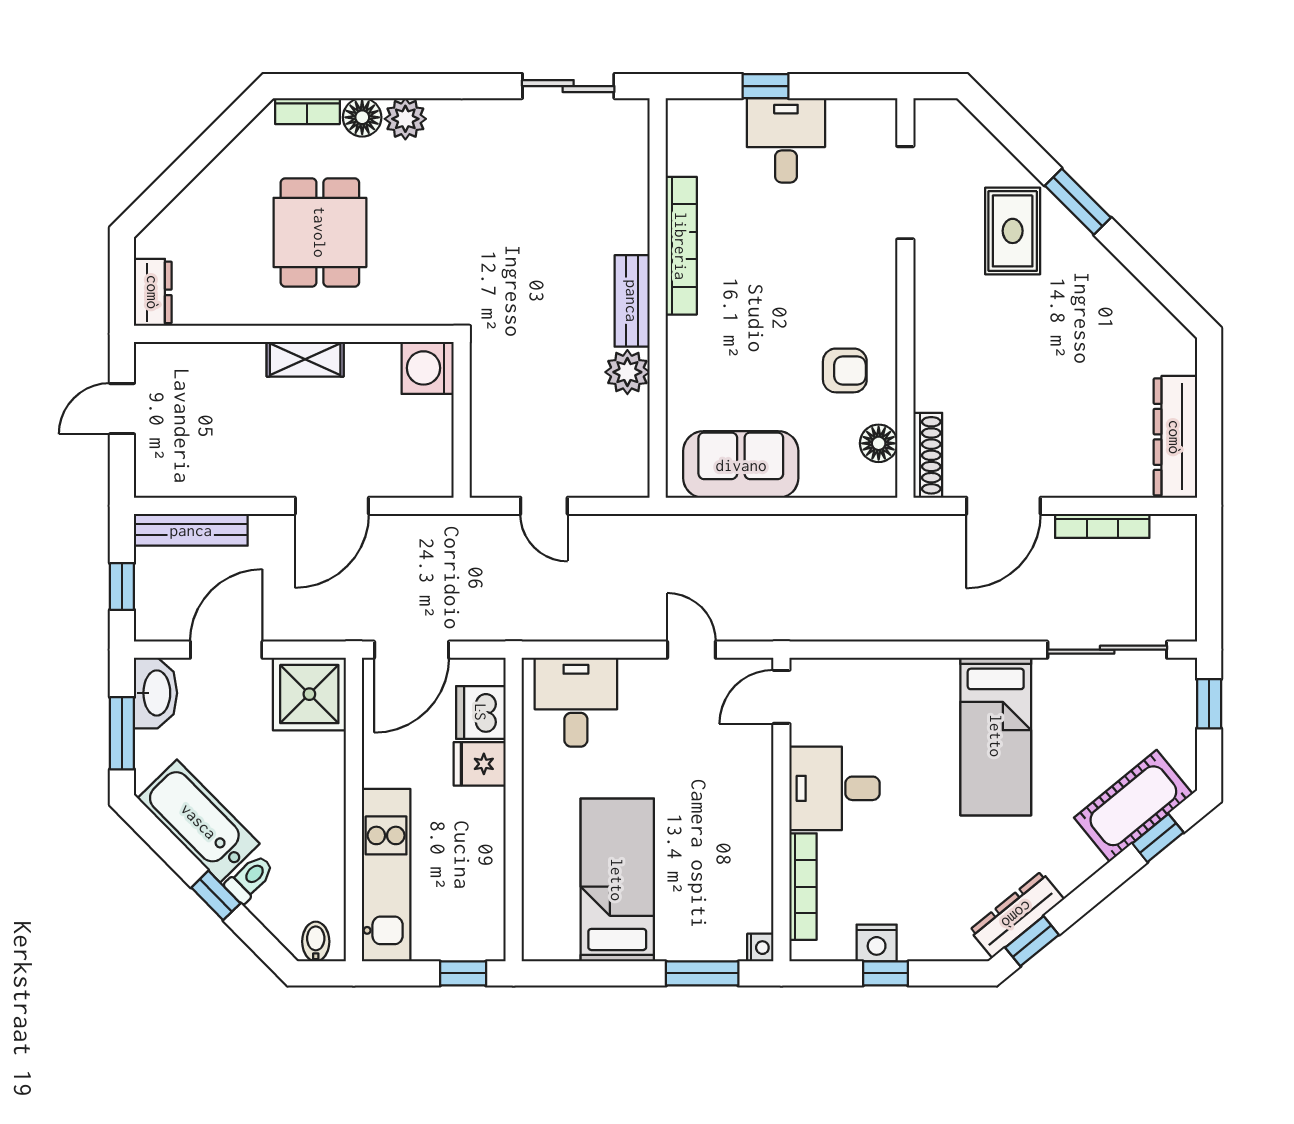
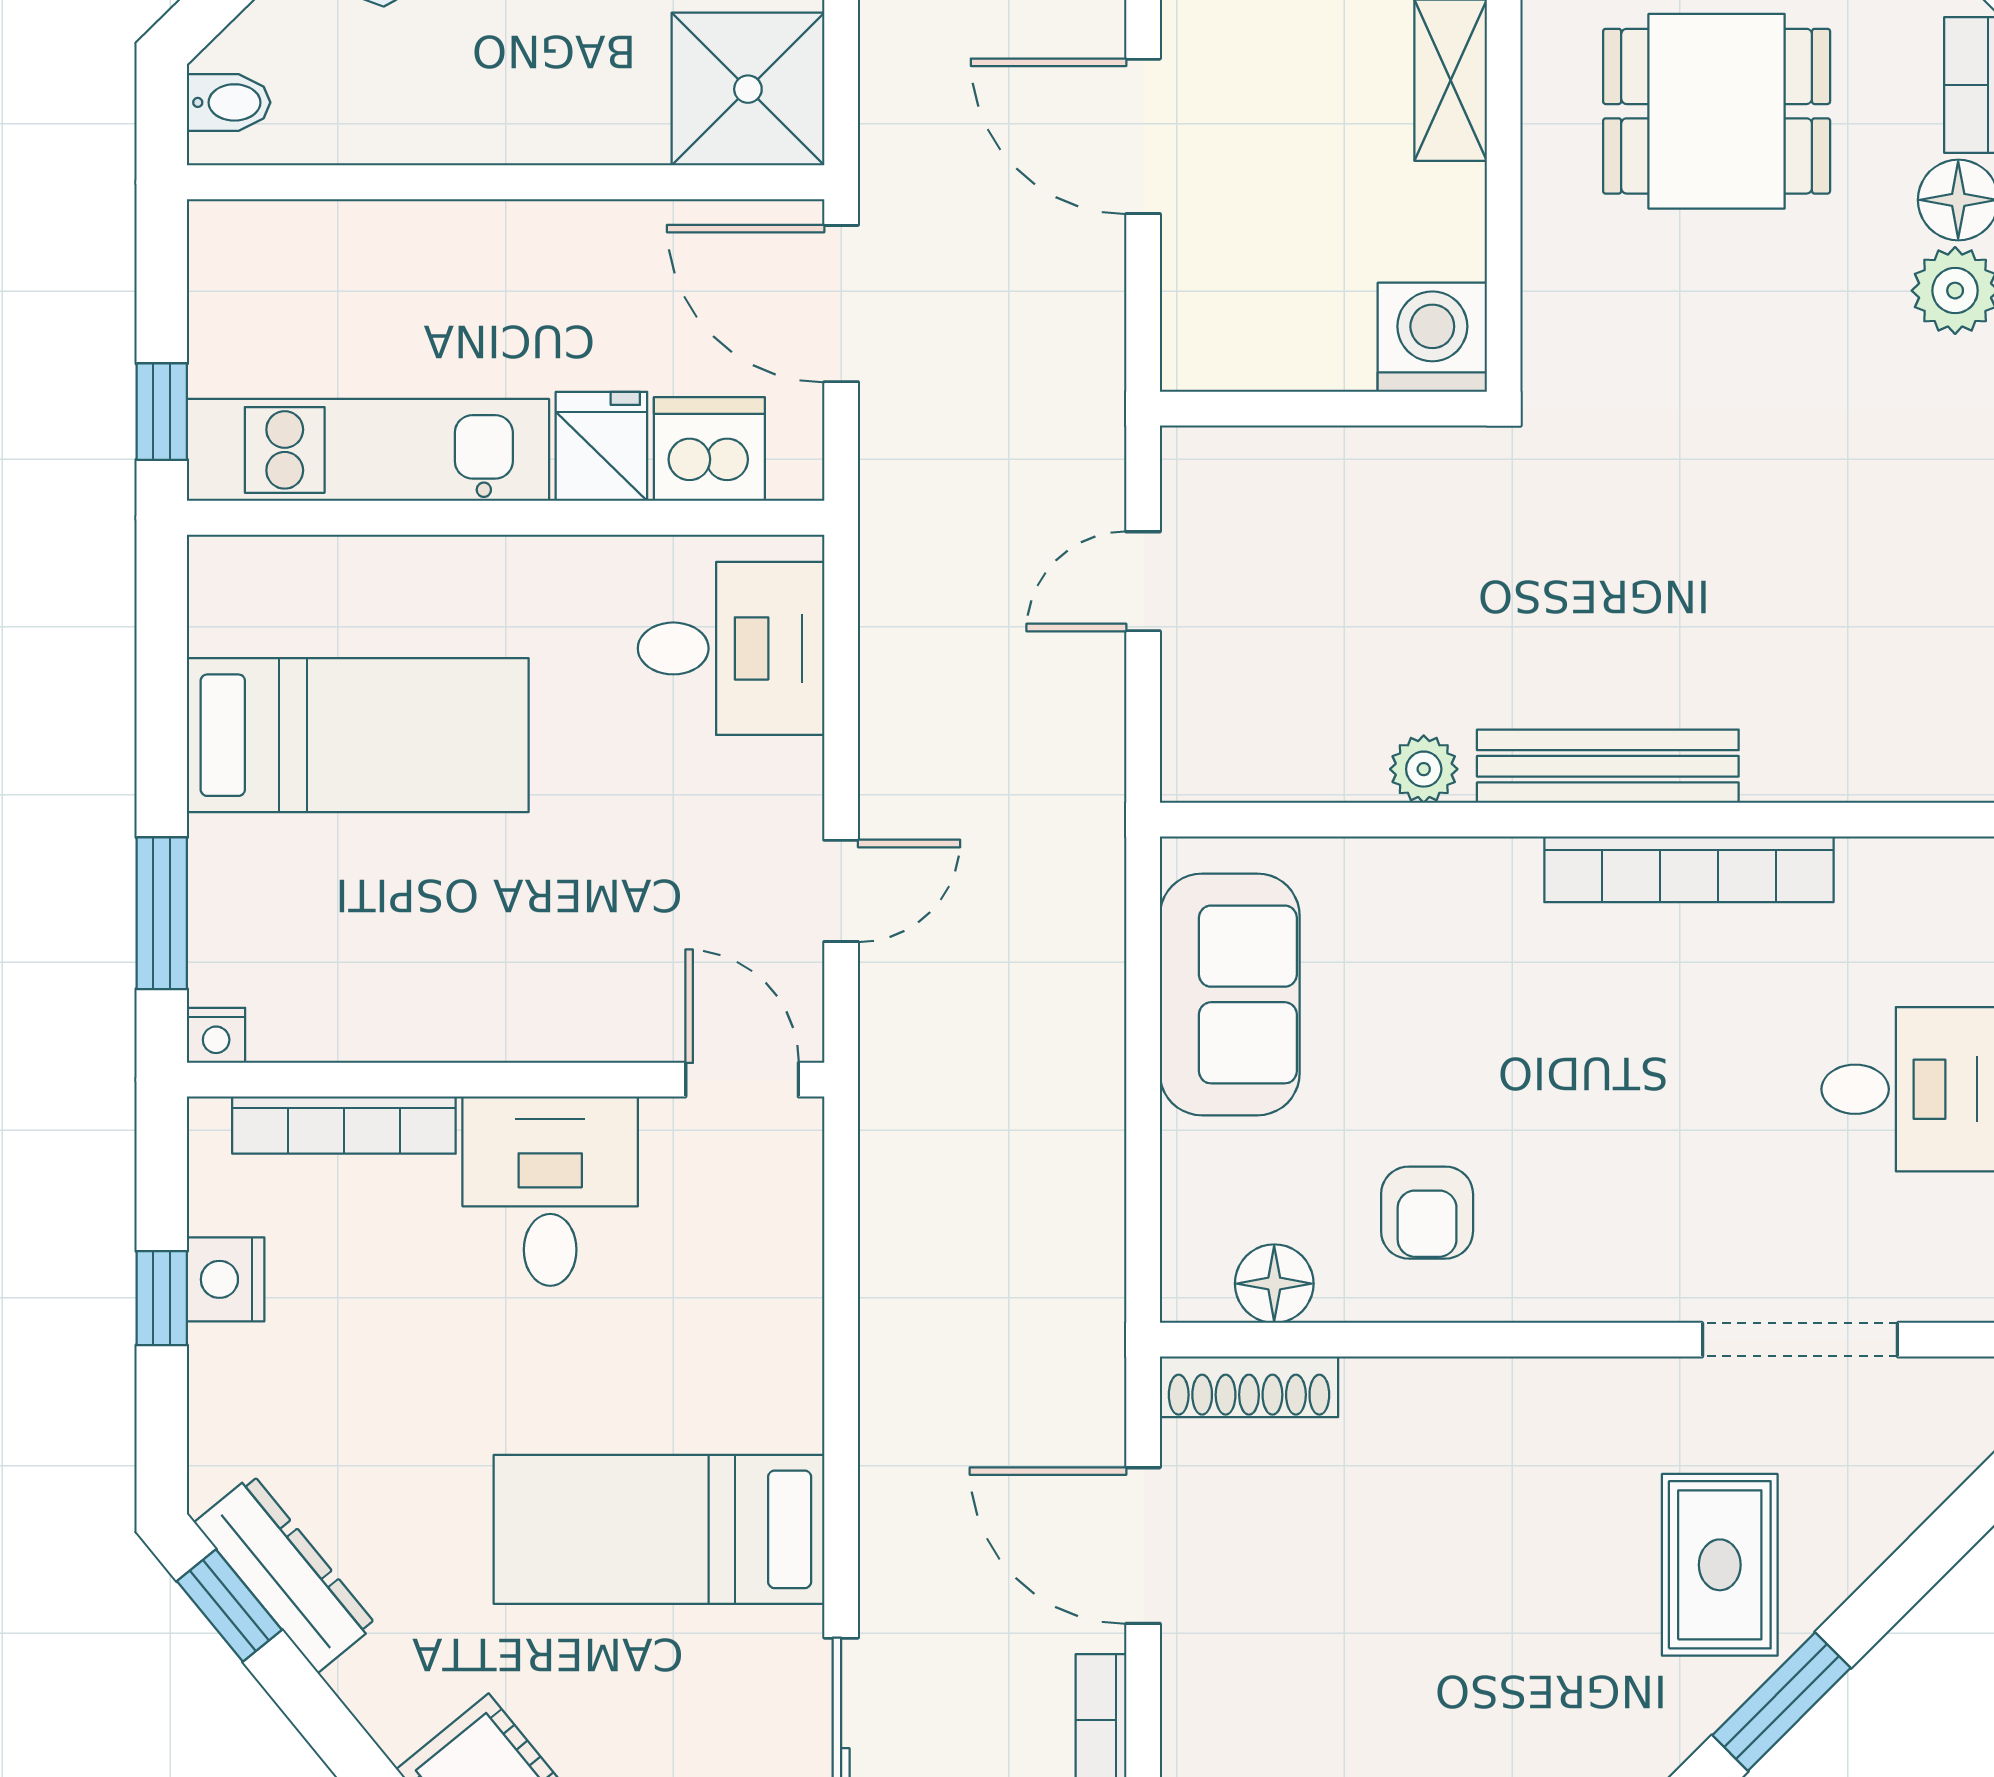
rug: (1013, 231) -> (1720, 1565), turned 90
bench: (632, 301) -> (1608, 766), width x1.36
plant: (627, 372) -> (1424, 769), width x0.73, depth x0.73
kitchen unit: (386, 875) -> (368, 450), moved, turned 180

